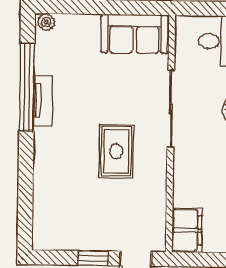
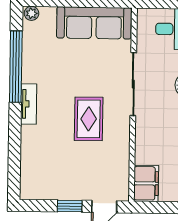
sofa: (135, 34) -> (94, 23), width x1.36
tv unit: (43, 101) -> (29, 104), moved

